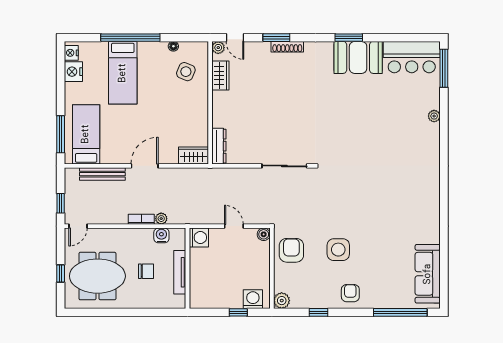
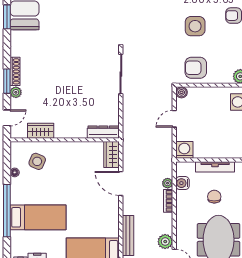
plant: (218, 48) -> (16, 92), moved
door: (145, 166) -> (121, 183), moved
plant: (96, 216) -> (165, 242), added

